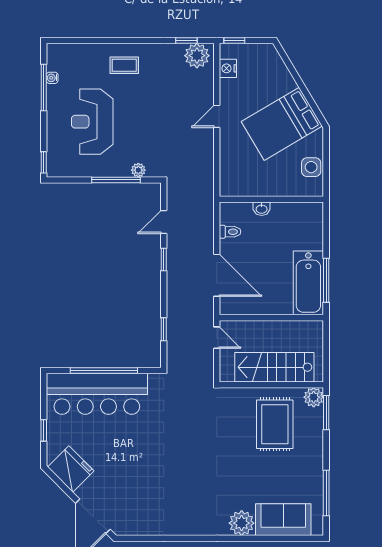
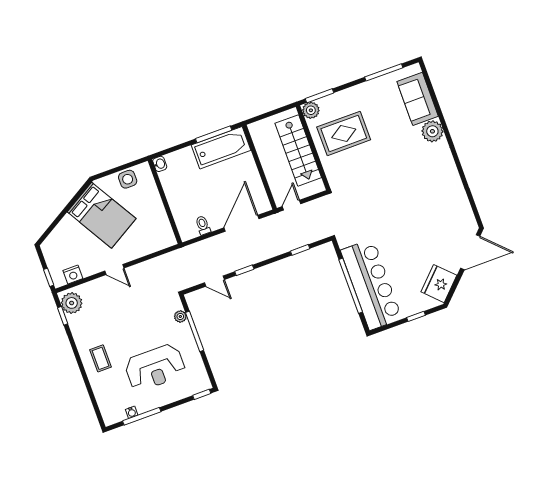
washbasin: (262, 209) -> (160, 164), moved

